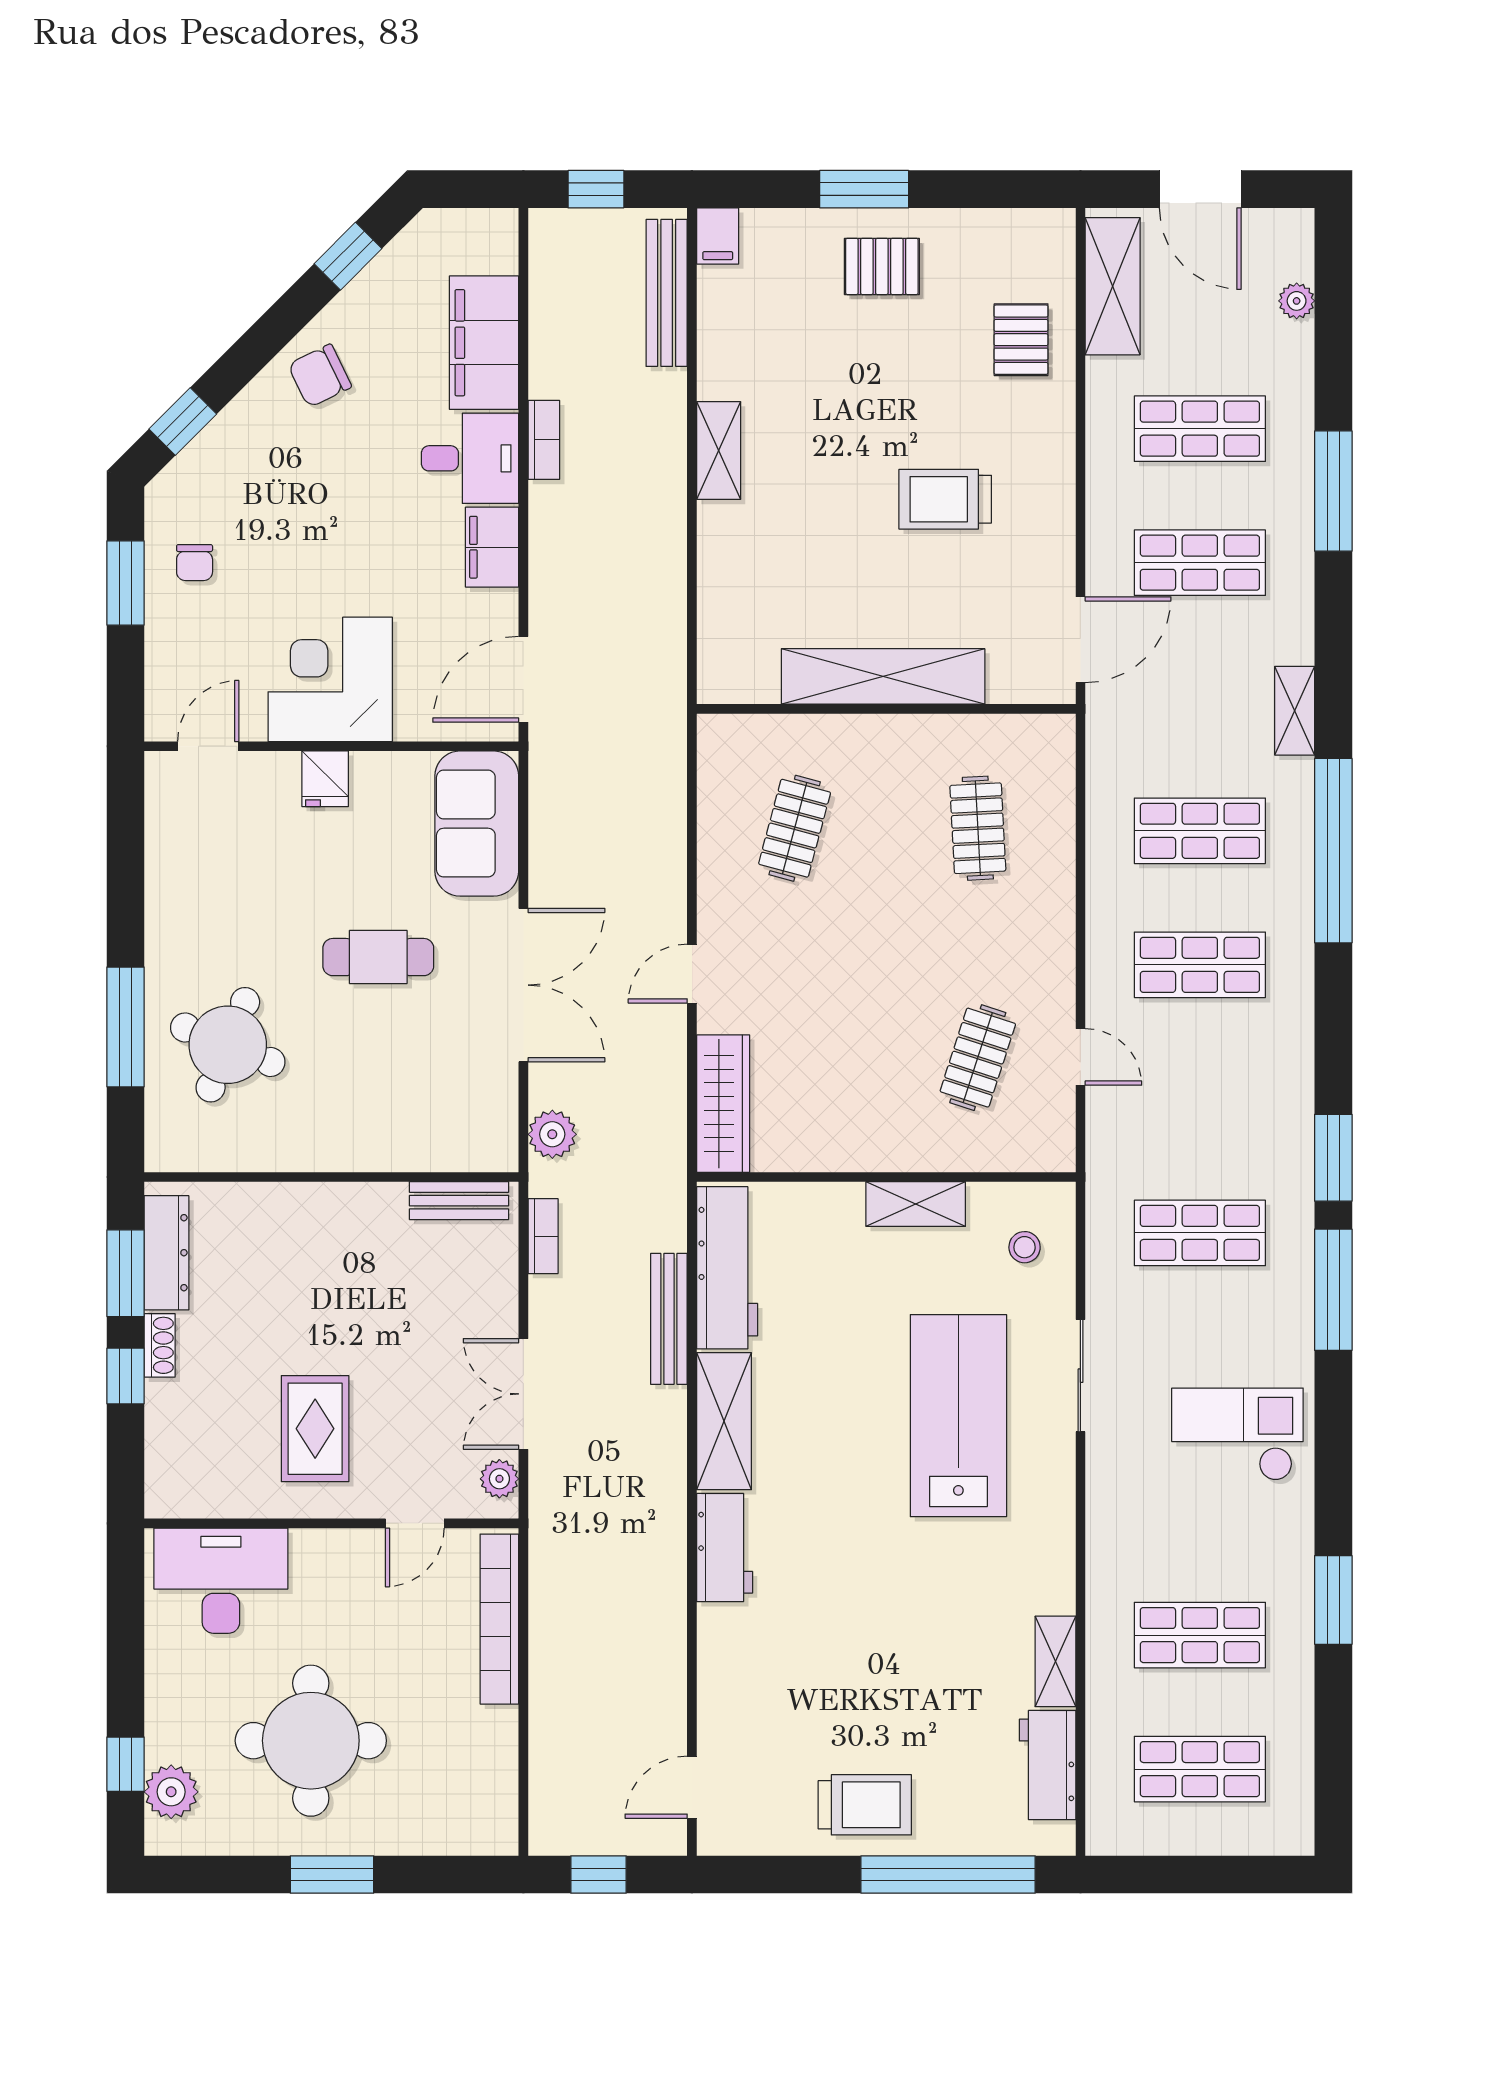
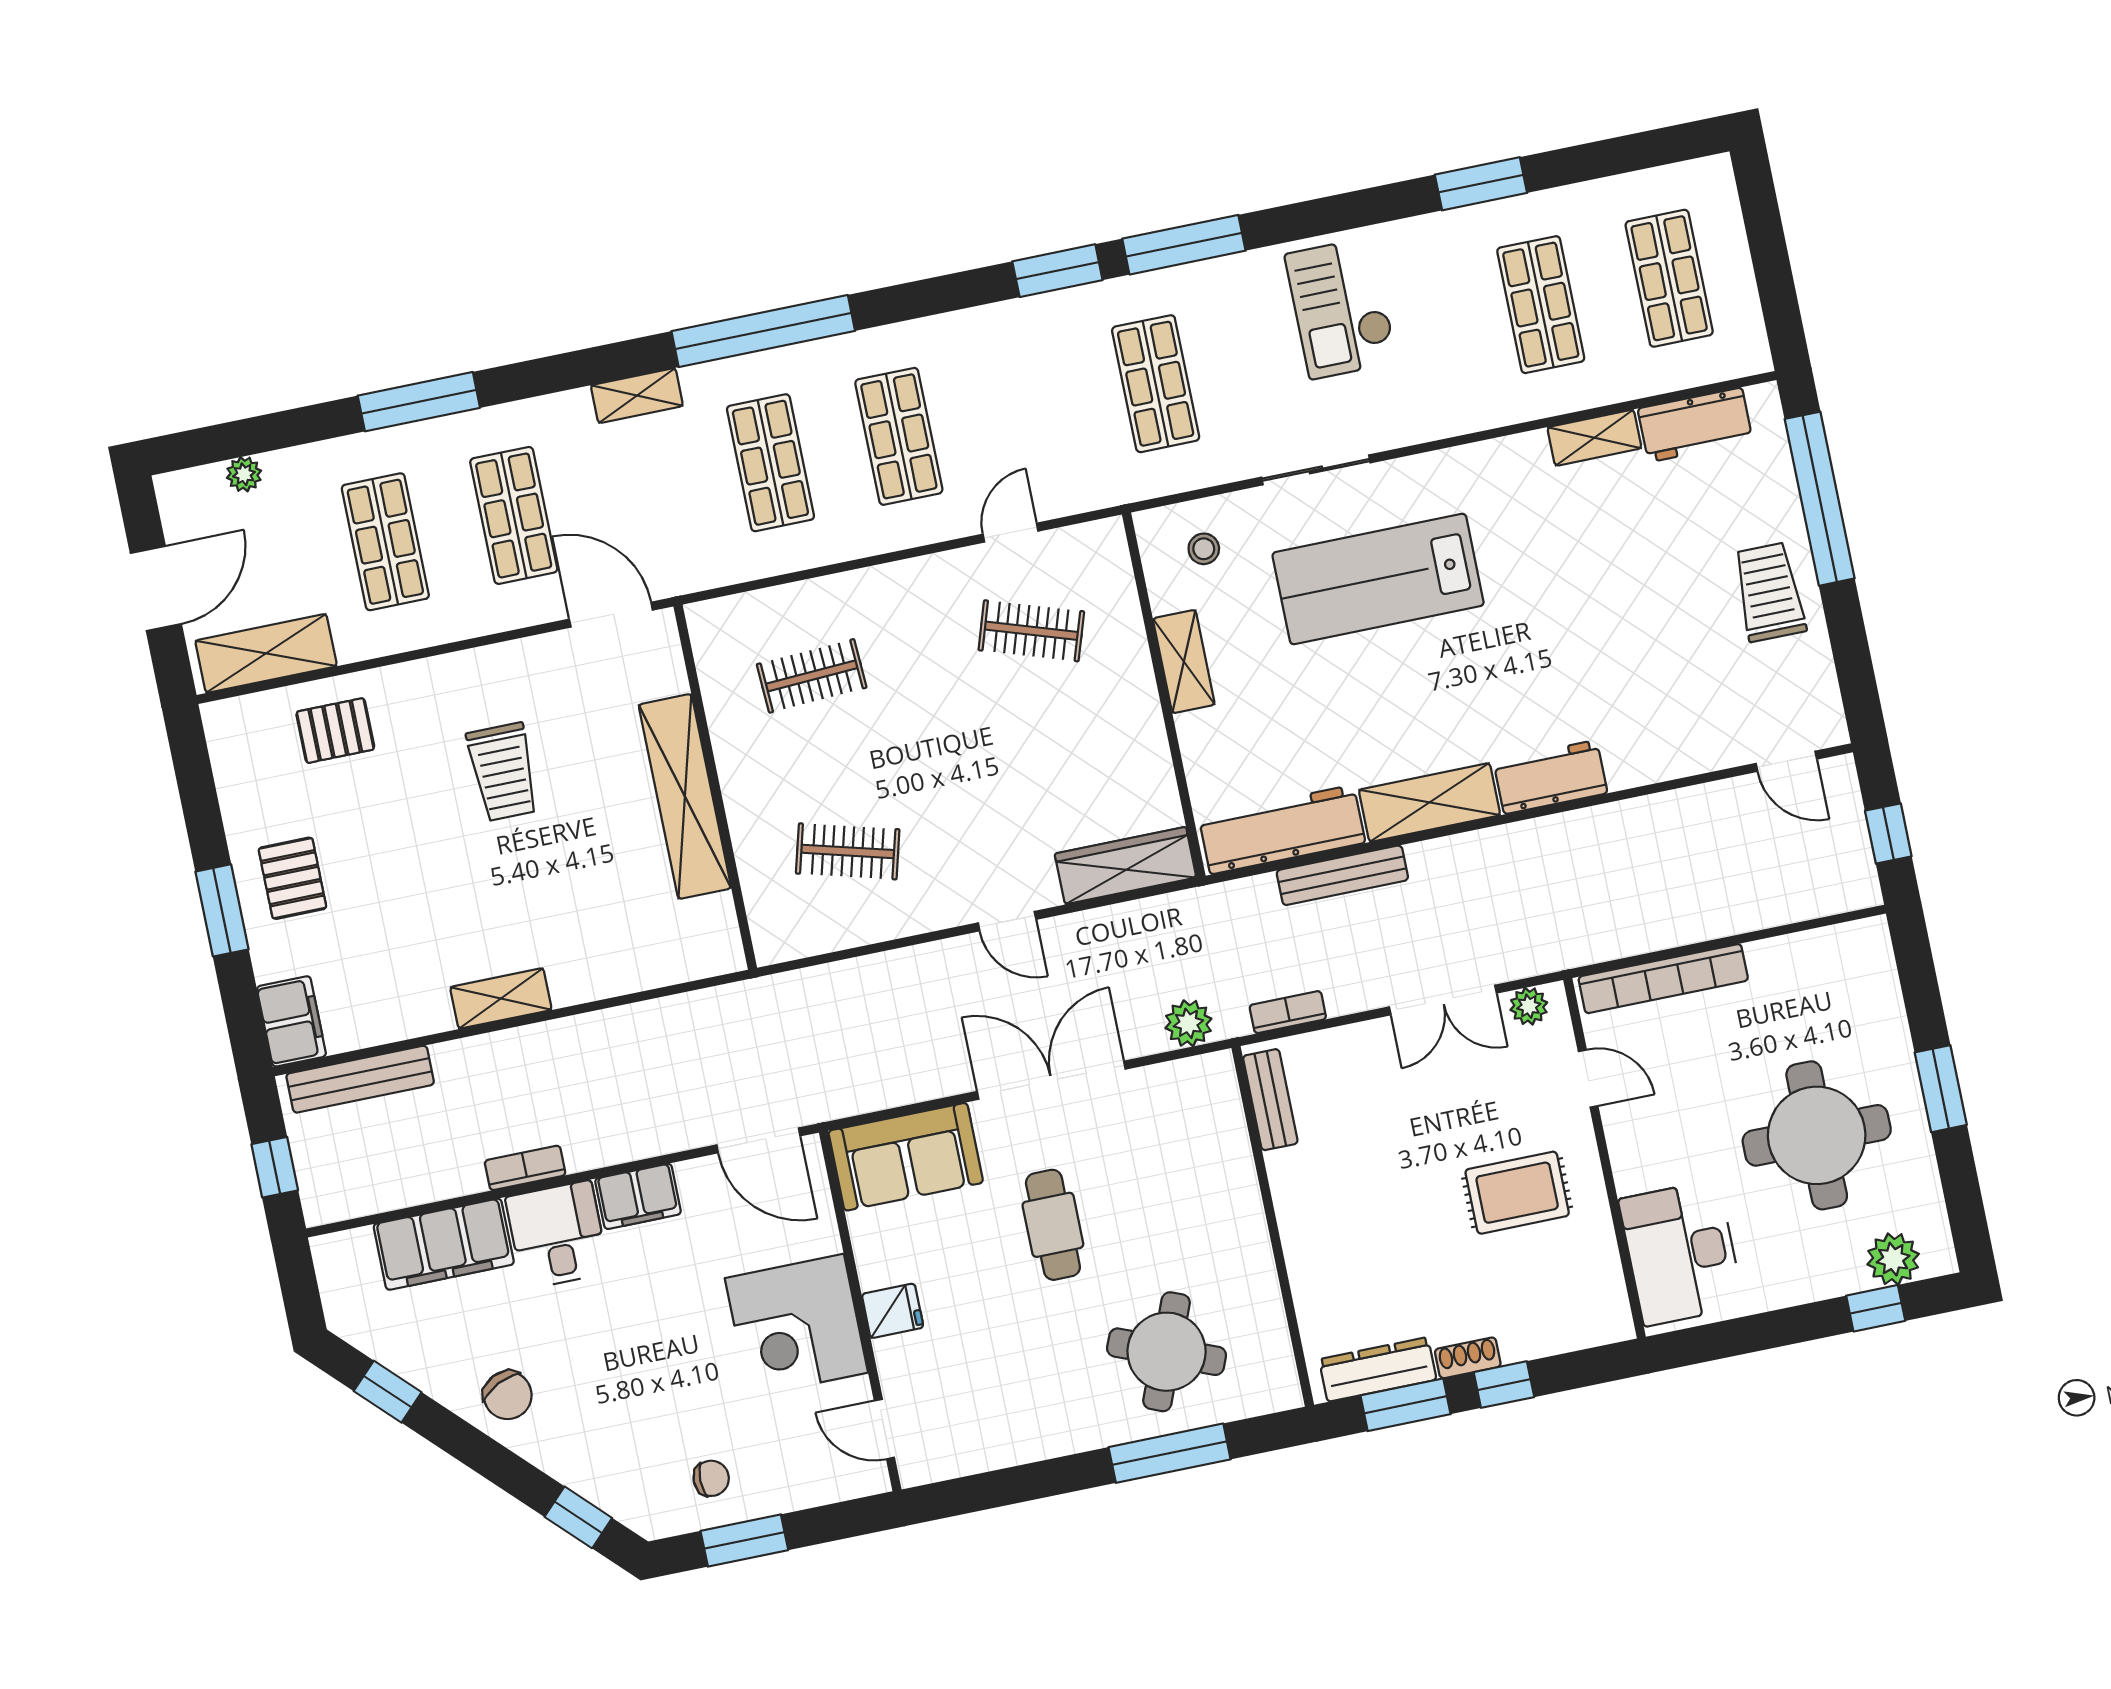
filing cabinet: (718, 236) -> (291, 1021), width x2.00

